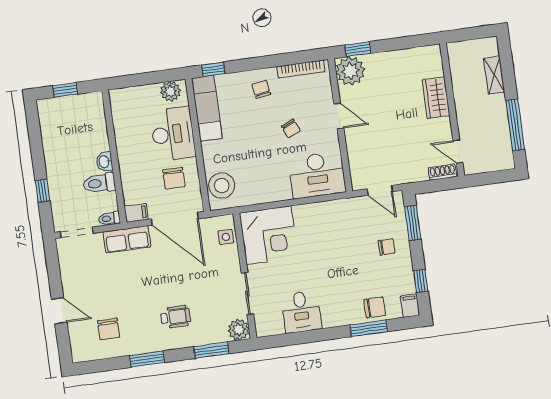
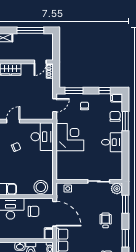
door: (175, 219) -> (55, 214), hinge flipped
corner desk: (269, 235) -> (70, 137), moved
desk: (301, 312) -> (112, 142), moved

